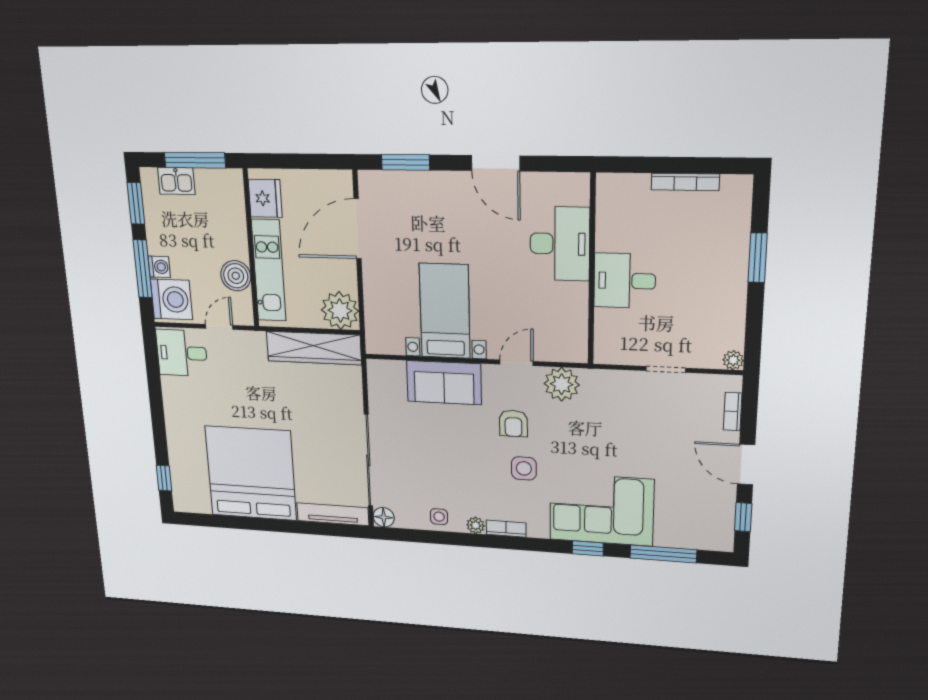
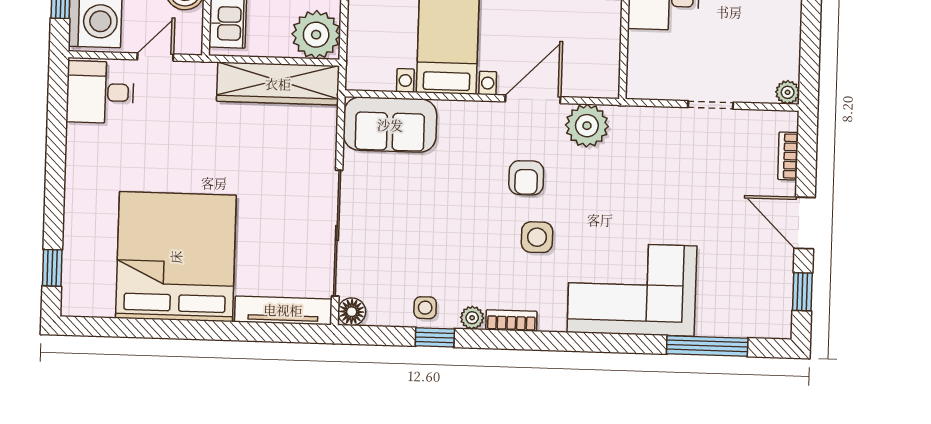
door: (516, 363) -> (533, 99), width x1.38
sofa: (444, 383) -> (390, 125), moved
window: (588, 548) -> (435, 337), moved

